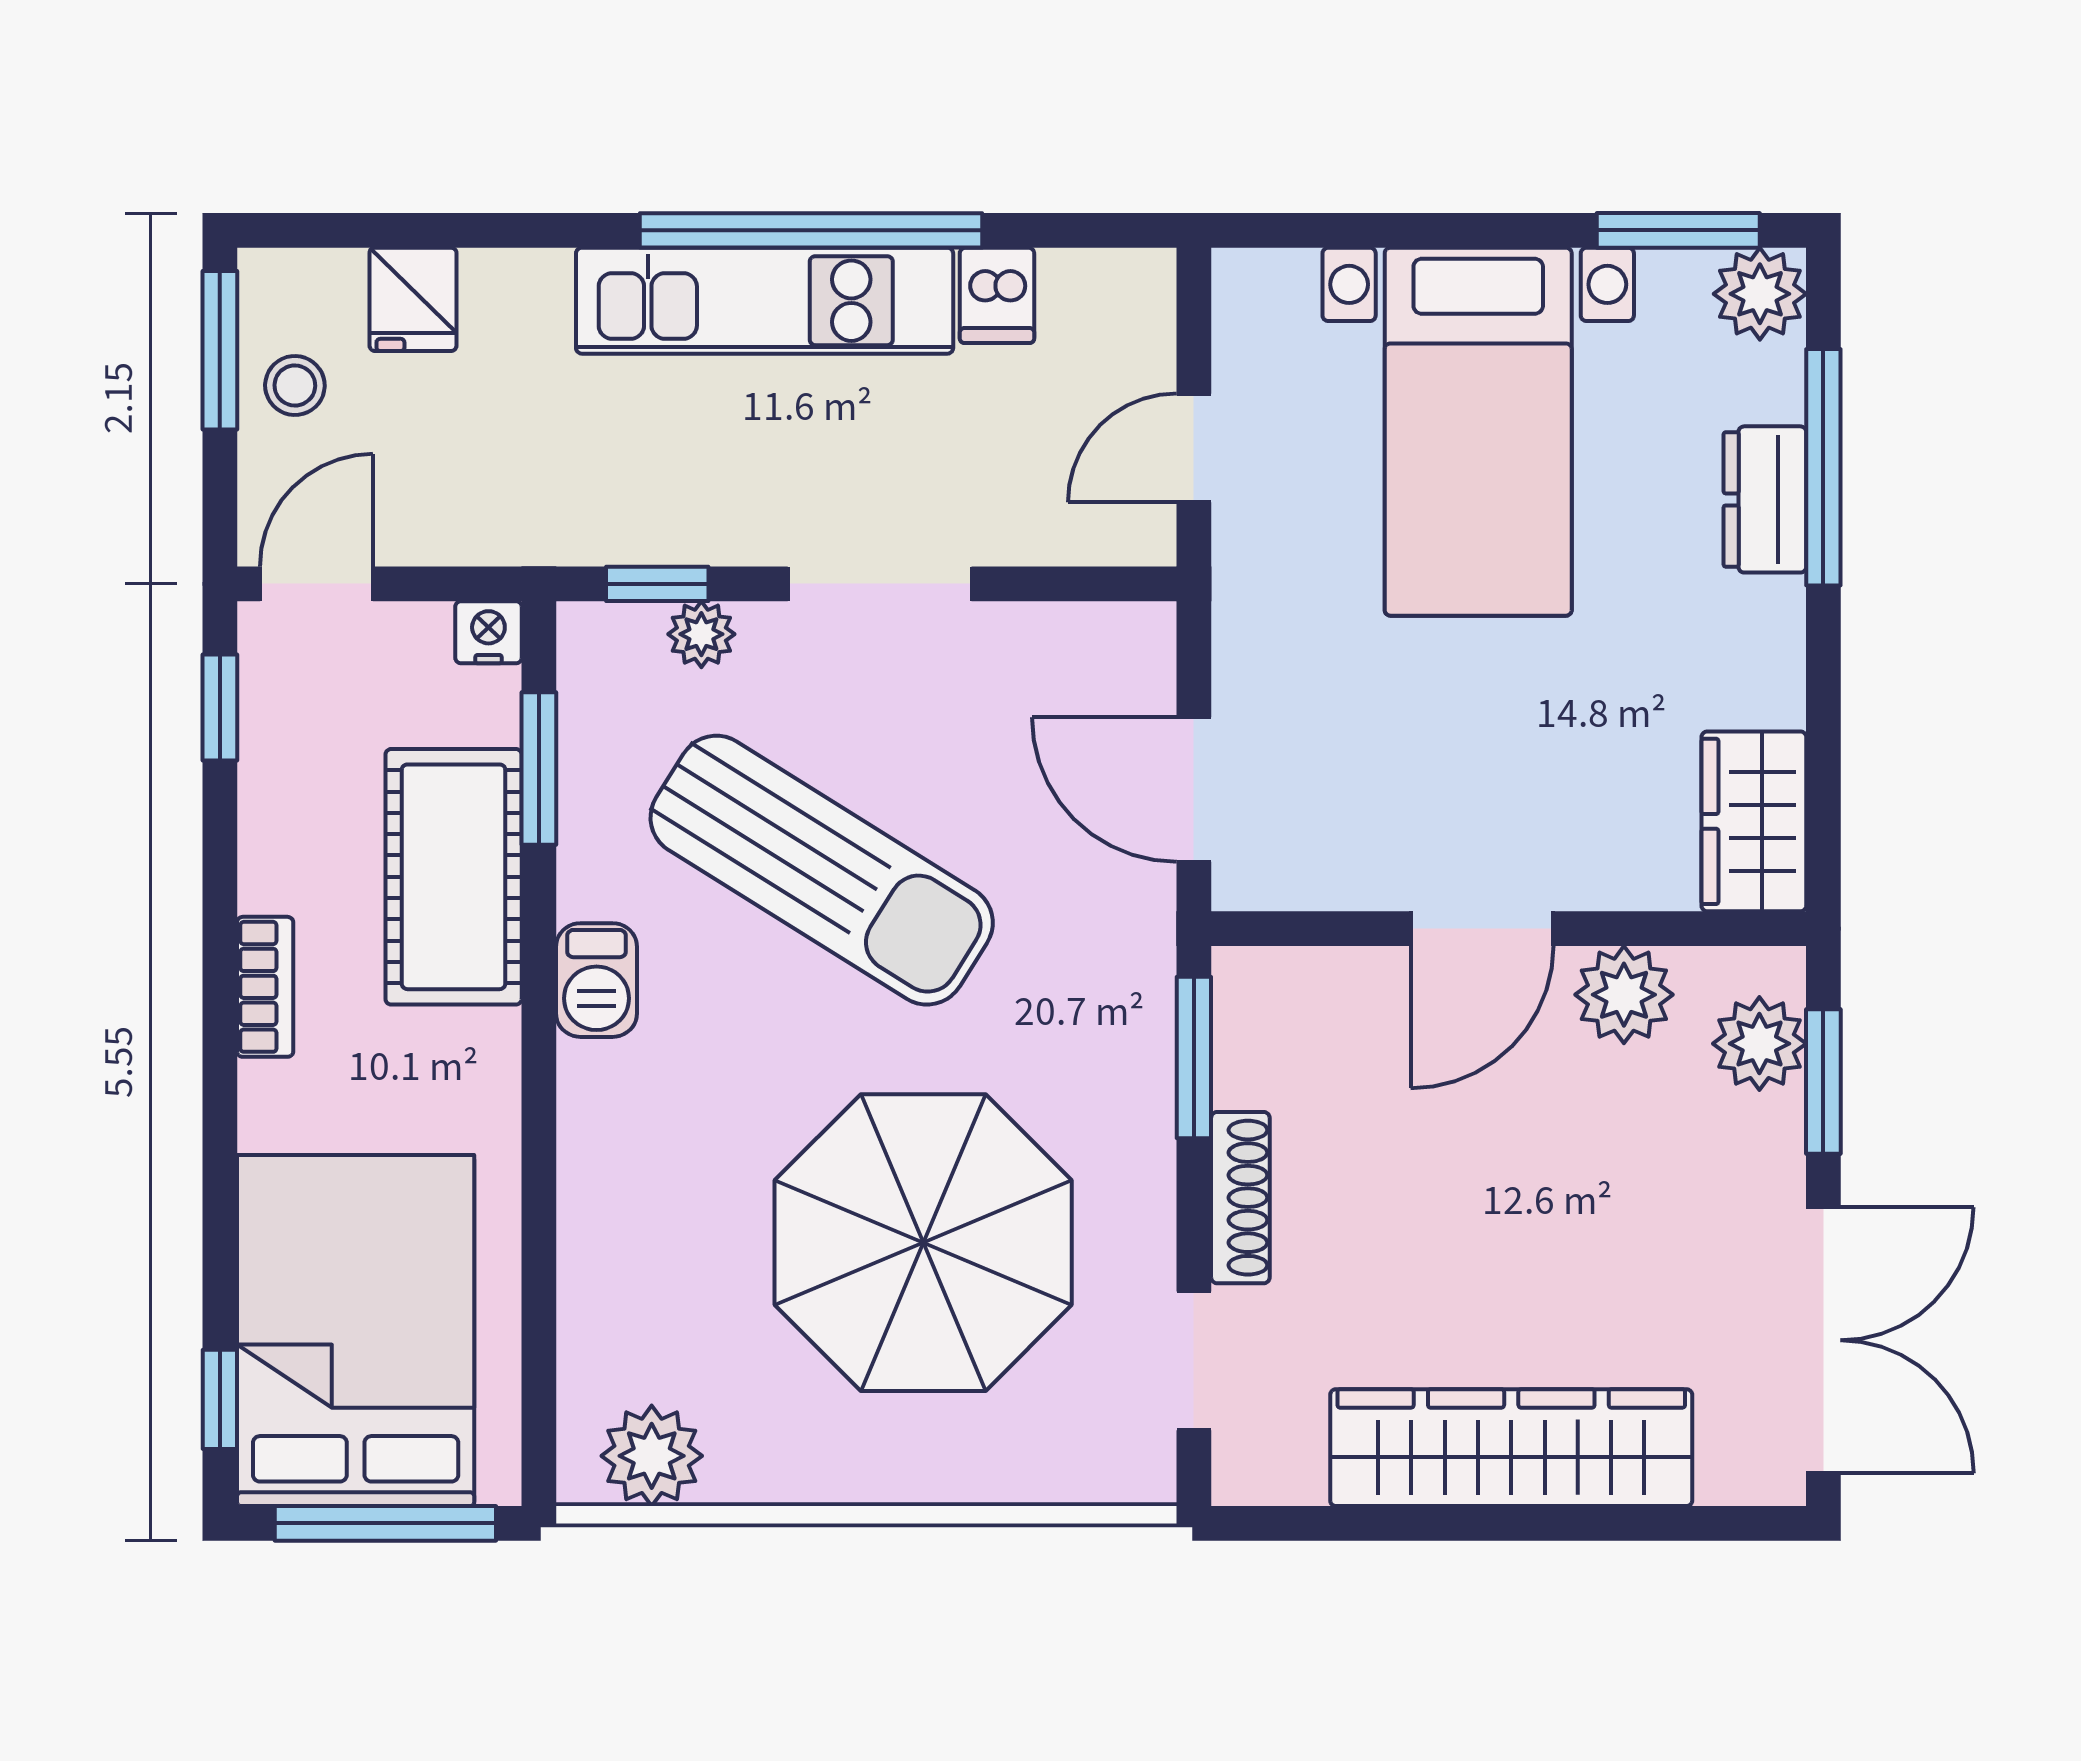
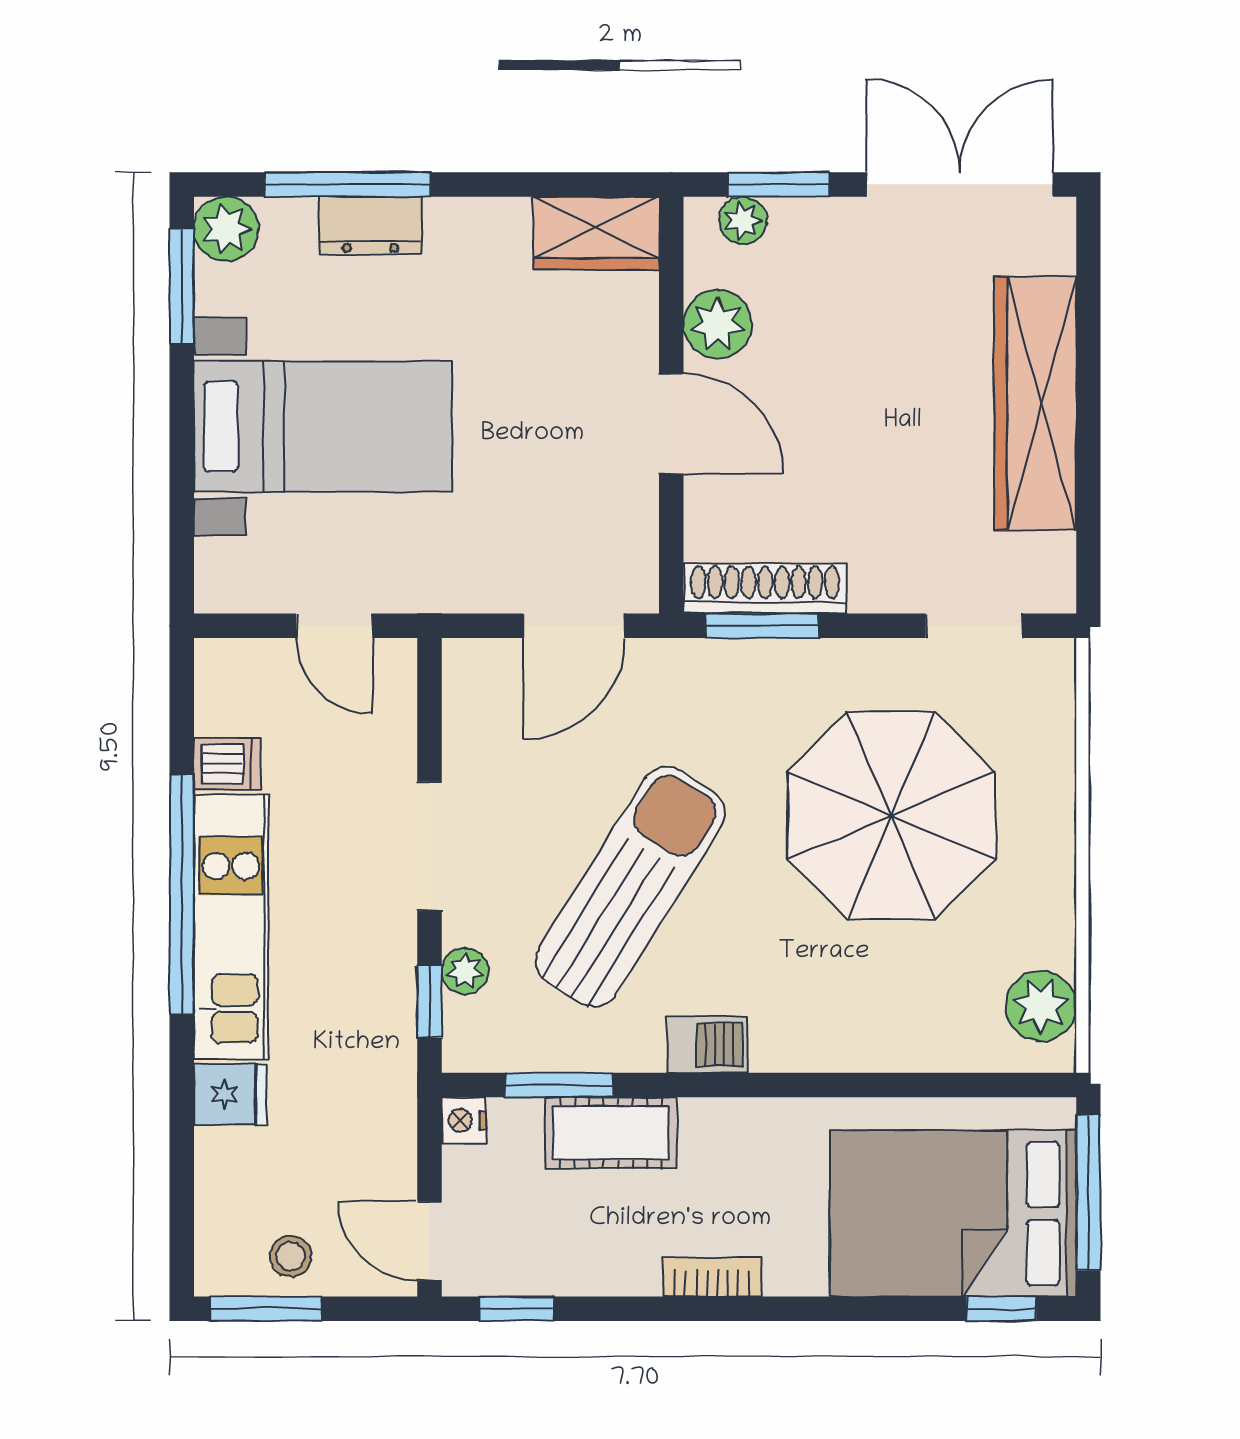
fridge: (413, 299) -> (230, 1094), moved
cot: (454, 877) -> (611, 1133), width x0.73, depth x0.75
plant: (1759, 1044) -> (743, 220), width x0.73, depth x0.73
shoe rack: (1240, 1198) -> (765, 588), moved, width x1.36, depth x1.24

